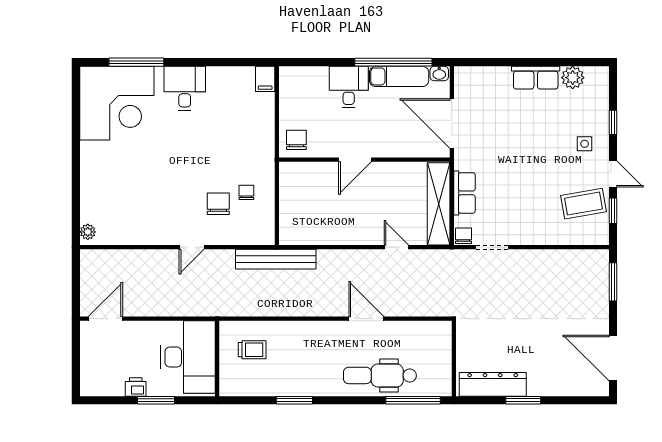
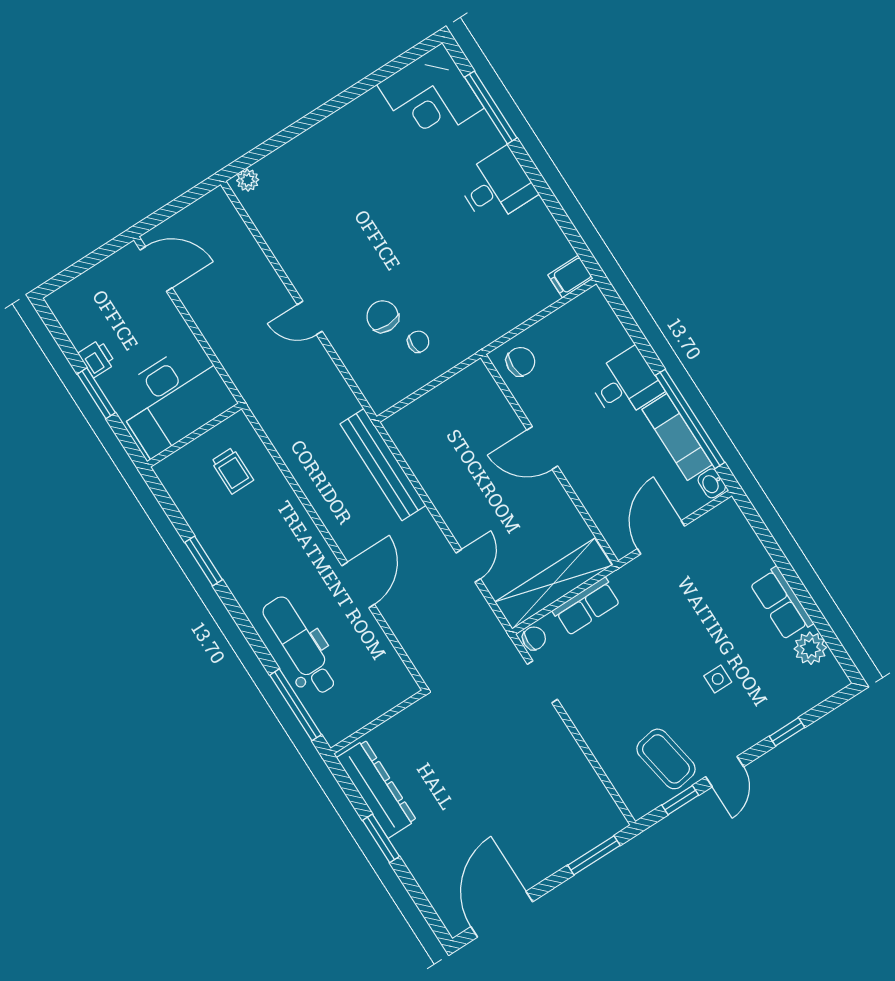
corner desk: (117, 103) -> (430, 96), width x0.74, depth x0.74
door: (452, 123) -> (661, 537), width x0.73
side table: (585, 144) -> (718, 679), moved
chair: (218, 204) -> (383, 317), turned -90
bench: (276, 259) -> (383, 465), moved

